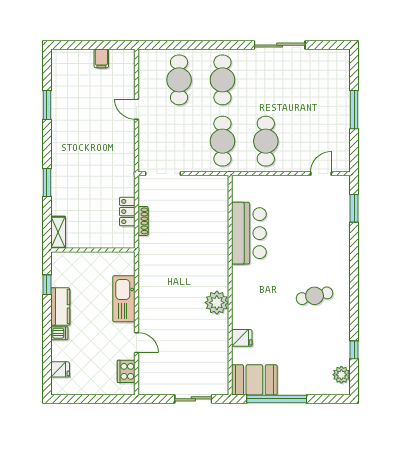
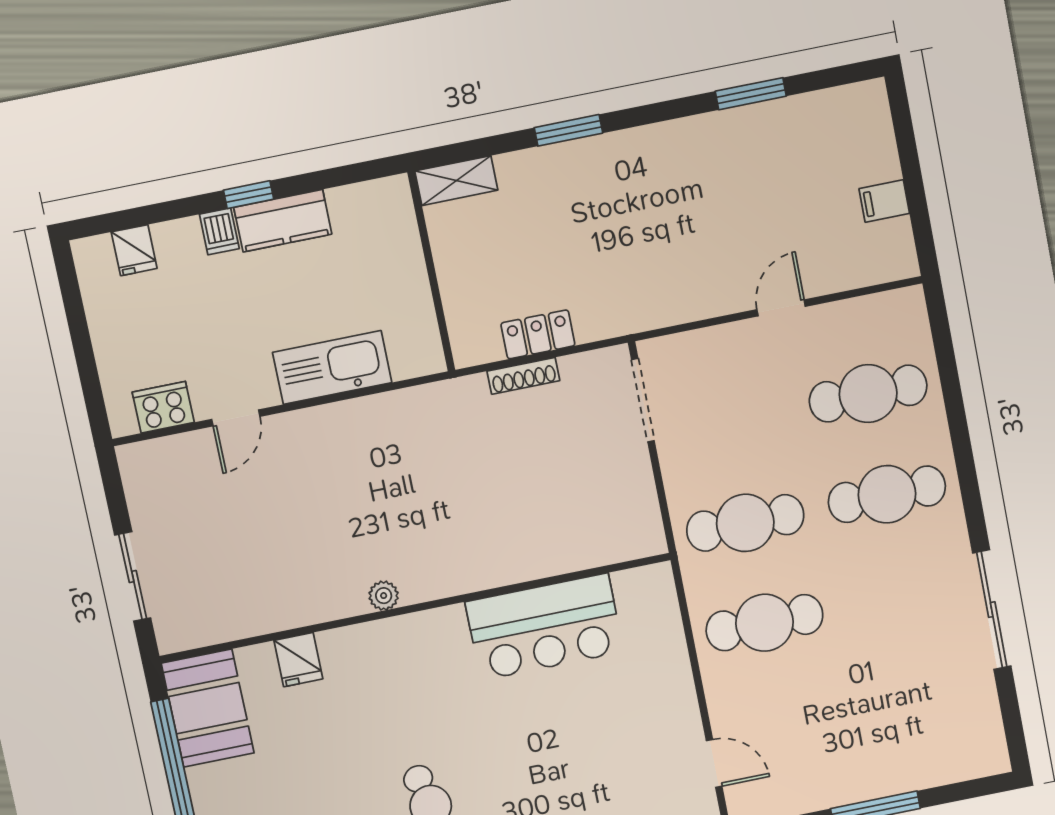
window: (47, 285) -> (249, 195), moved
plant: (217, 303) -> (384, 596), width x0.53, depth x0.53

